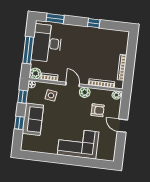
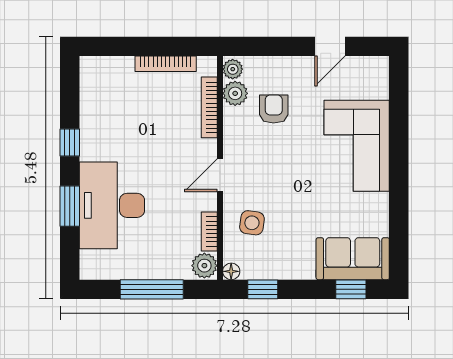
window: (55, 18) -> (70, 206), moved
desk: (47, 43) -> (112, 205), moved, turned 90
plant: (85, 92) -> (235, 93), moved
sofa: (33, 119) -> (353, 259), moved
window: (19, 123) -> (351, 289), moved
door: (122, 126) -> (330, 46), moved

